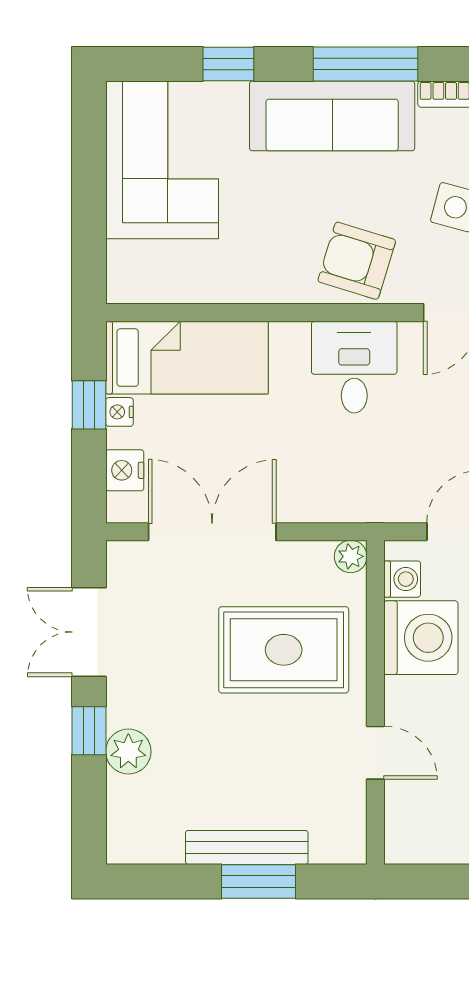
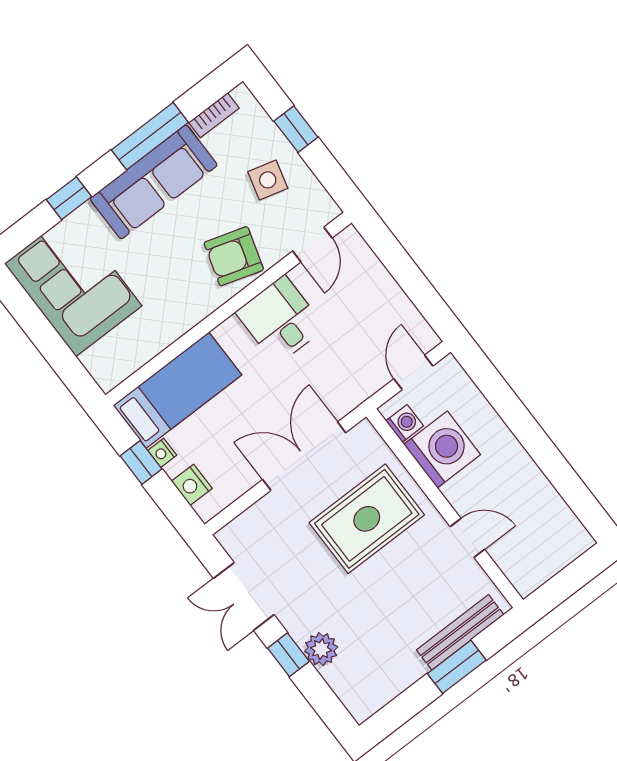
double door: (212, 532) -> (304, 456), moved
plant: (351, 556) -> (364, 433), removed
bench: (247, 847) -> (460, 632), moved

